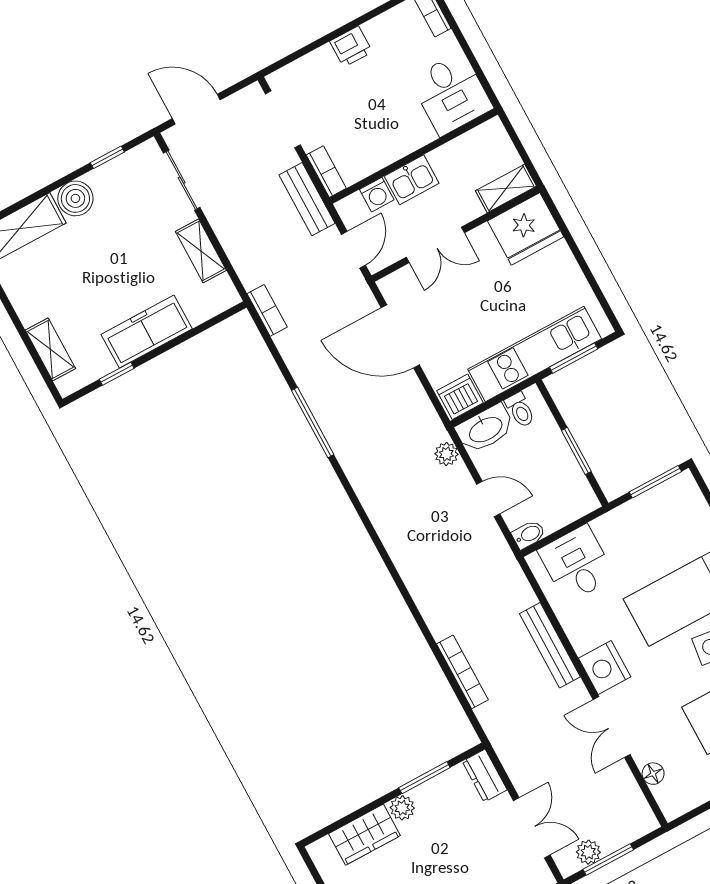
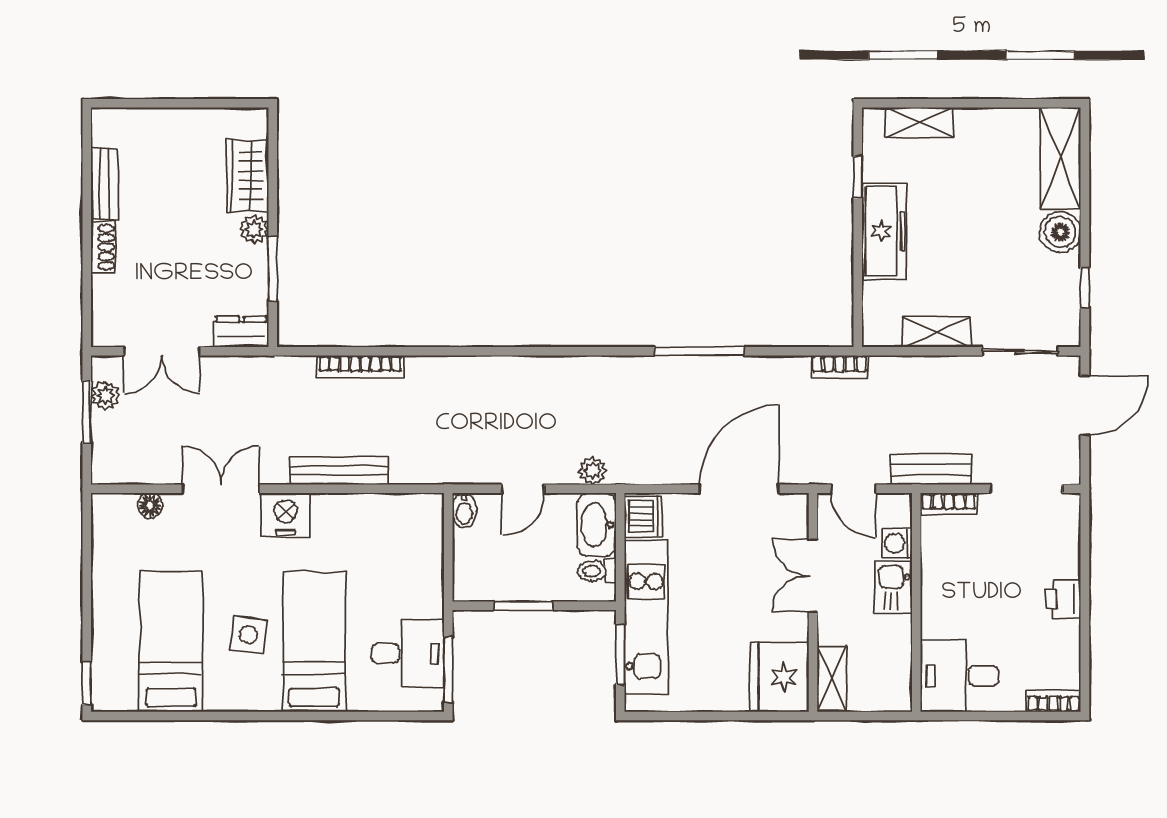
desk: (577, 564) -> (408, 653), moved

